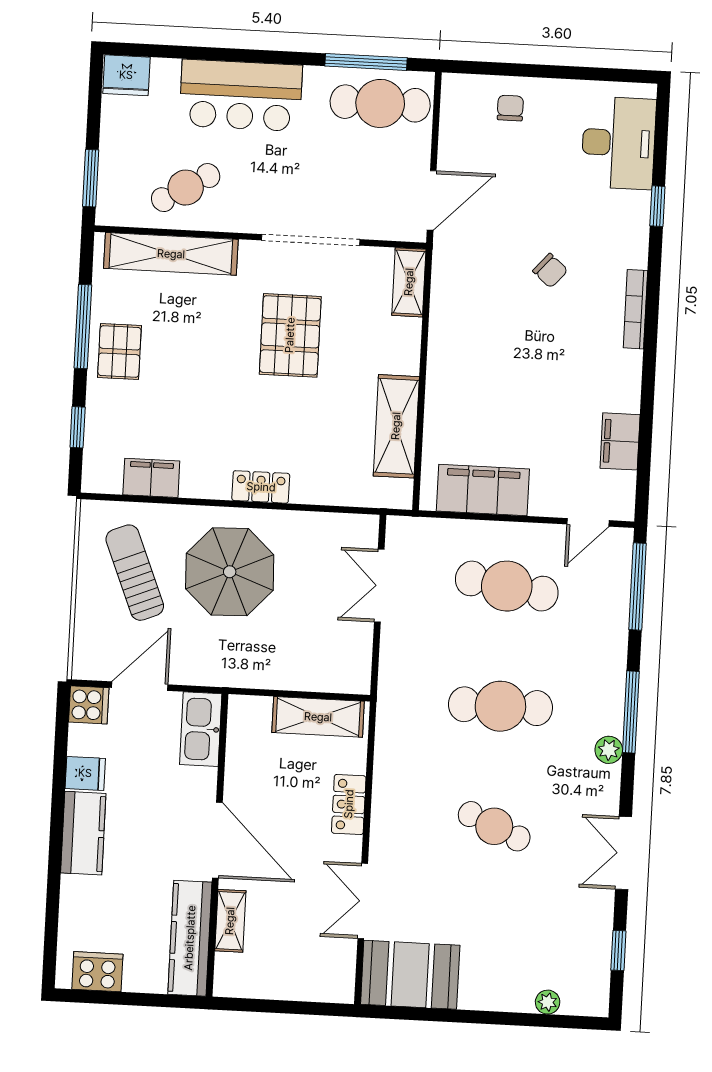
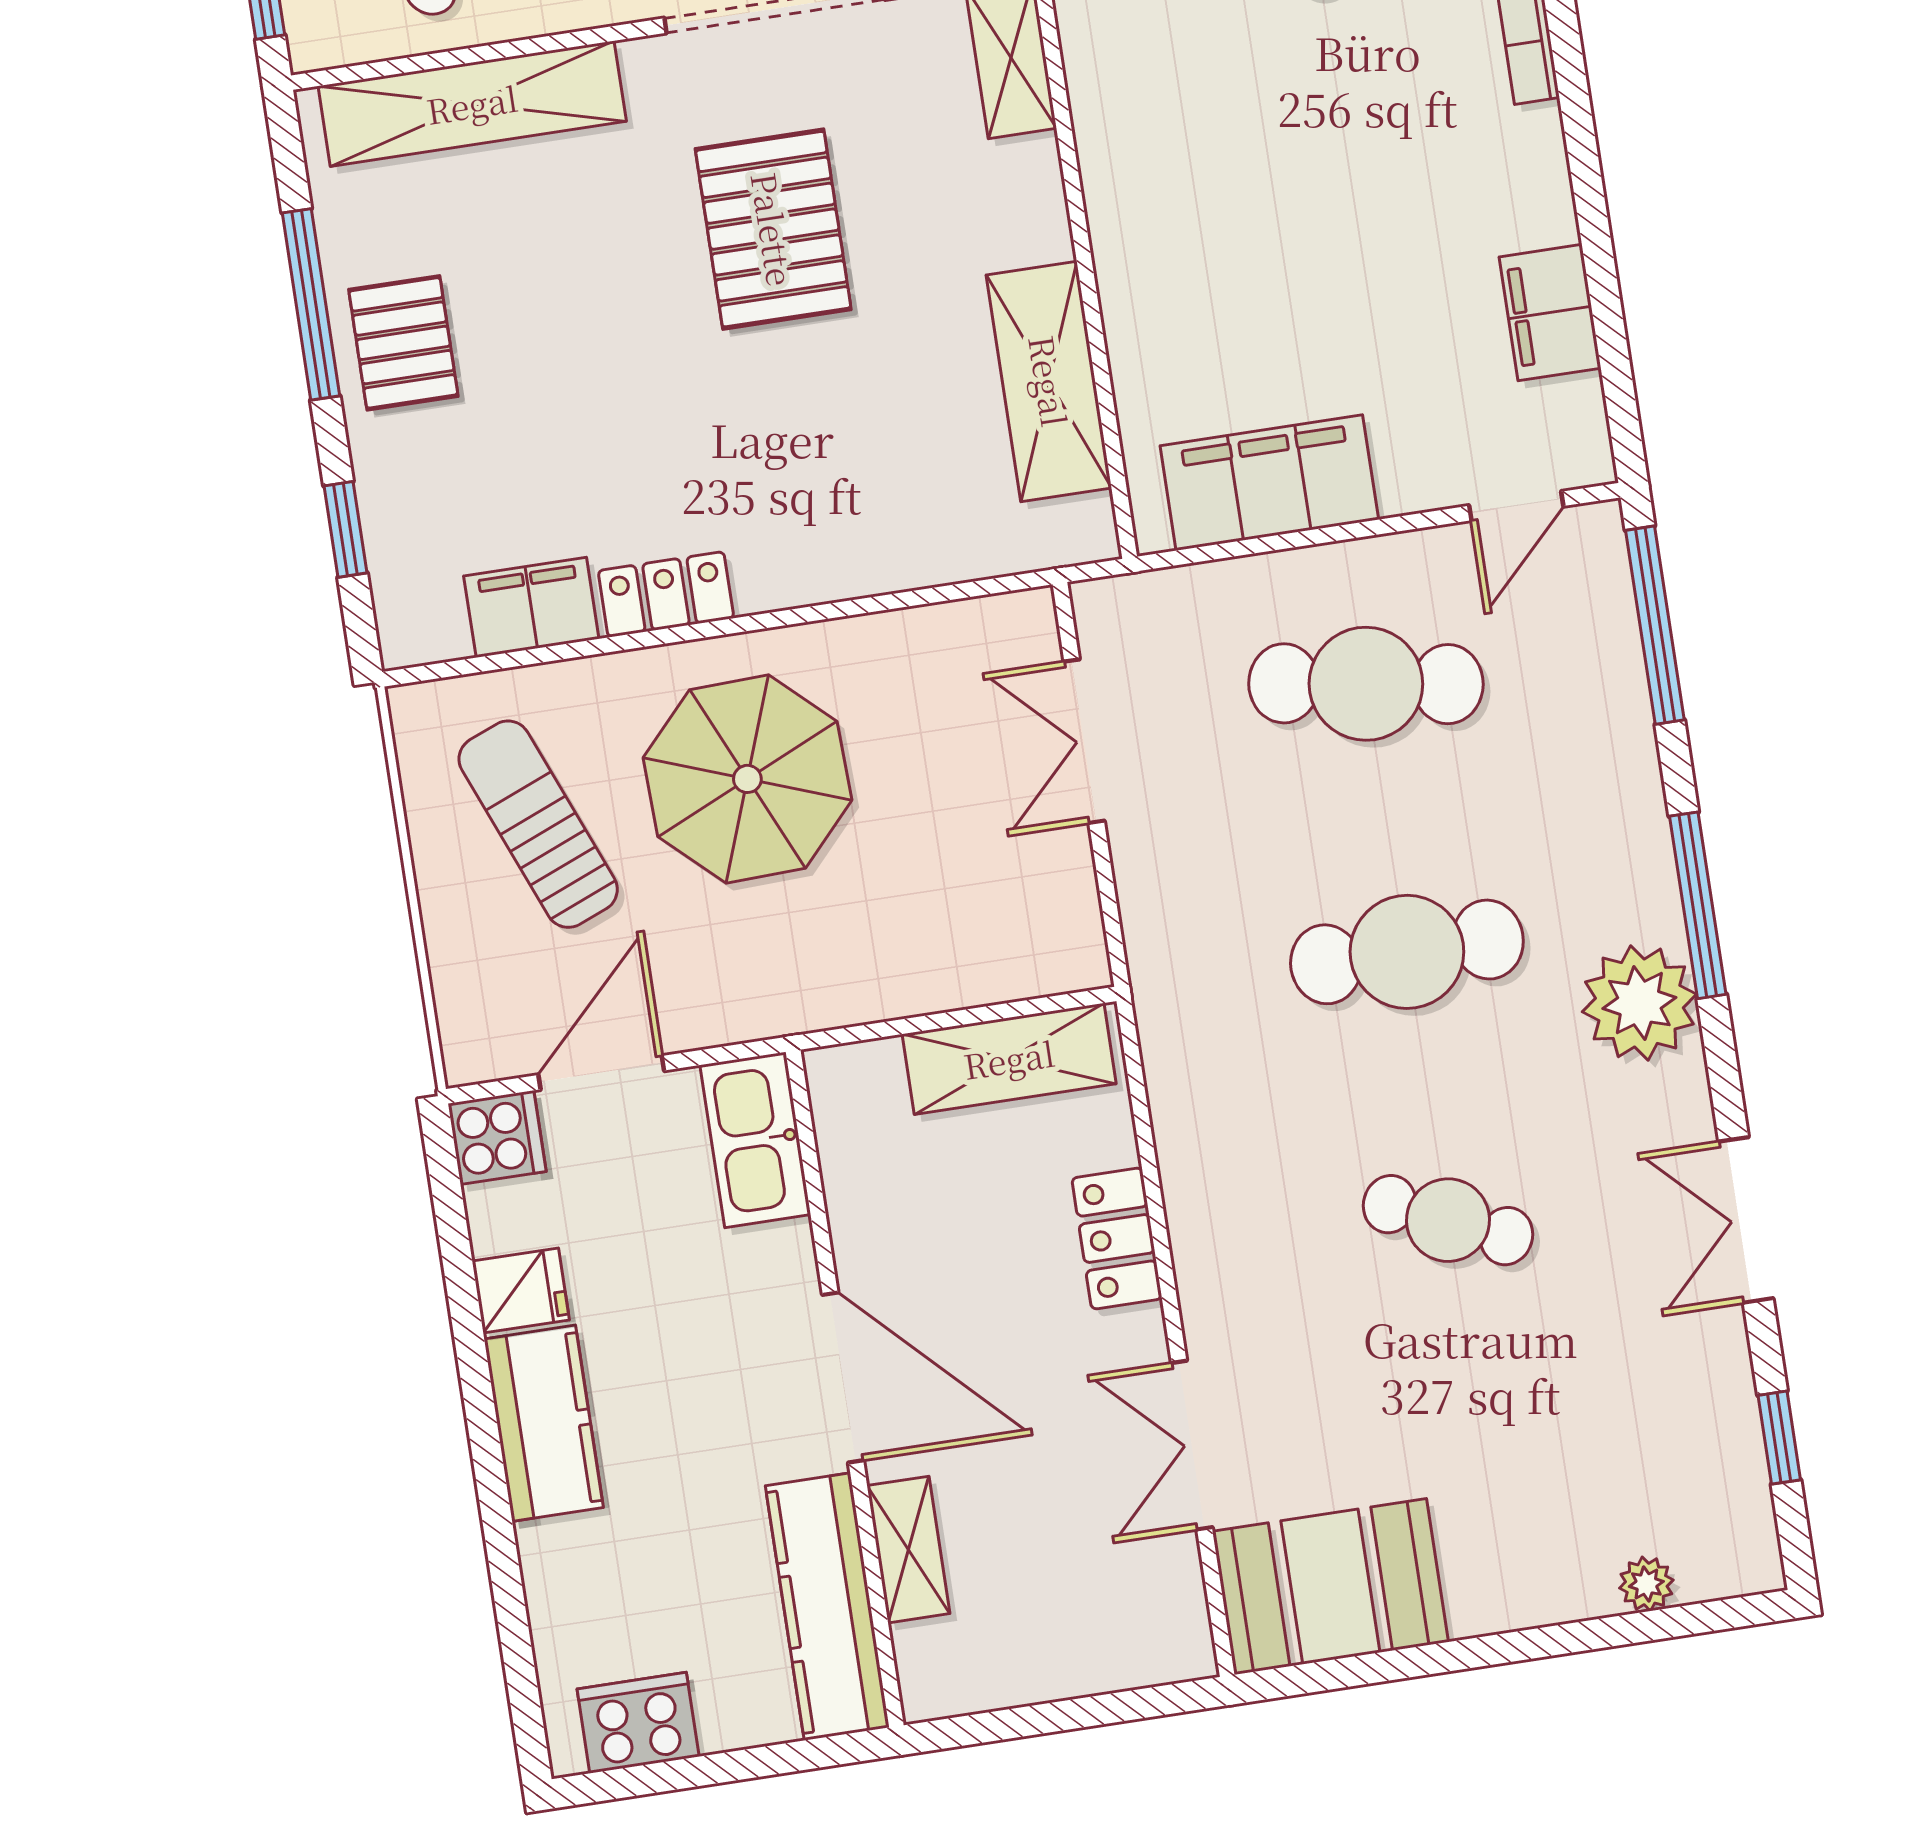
locker: (261, 487) -> (666, 594), moved
plant: (609, 750) -> (1639, 1003), width x1.88, depth x1.88

